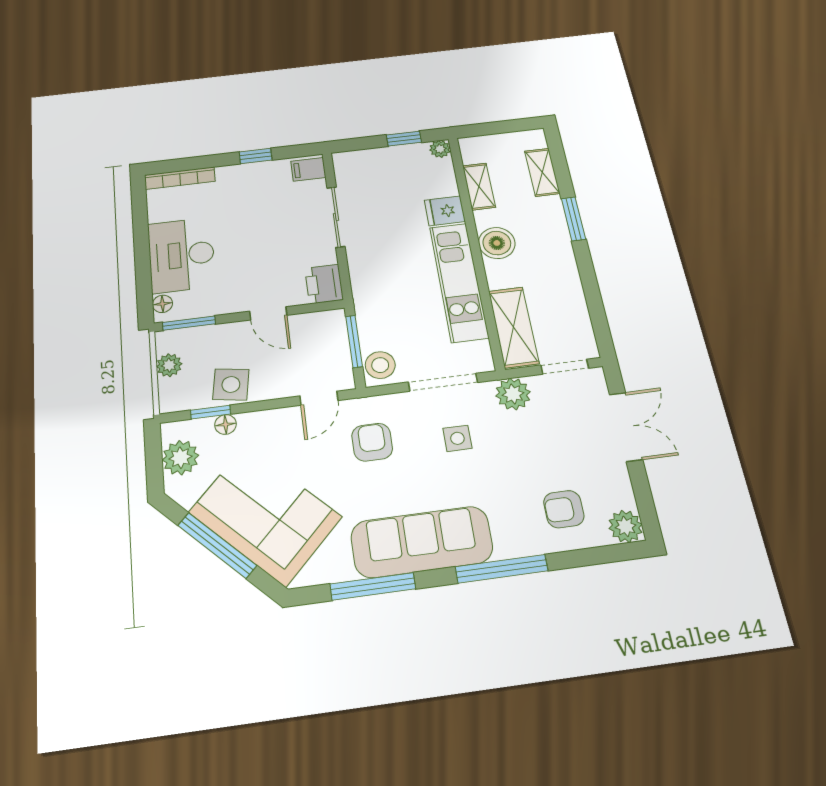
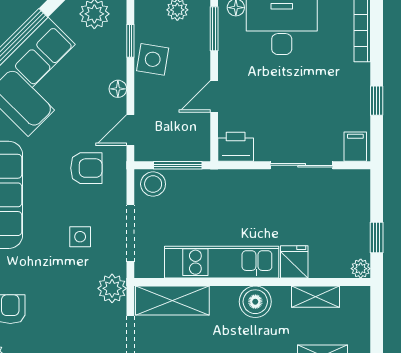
door: (319, 398) -> (130, 130), hinge flipped
floor lamp: (226, 424) -> (118, 89), moved

